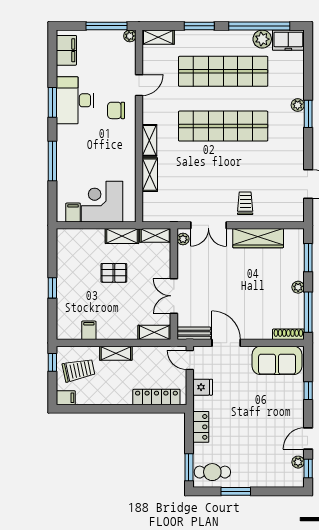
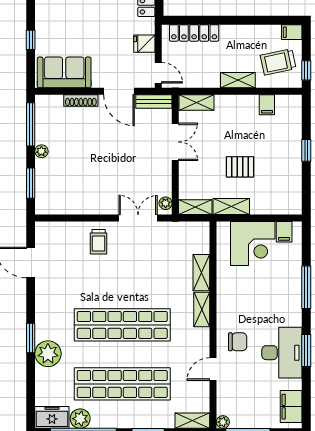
plant: (298, 105) -> (48, 354), width x1.88, depth x1.88
wardrobe: (258, 238) -> (85, 204), removed
shoe rack: (288, 334) -> (81, 100), moved

